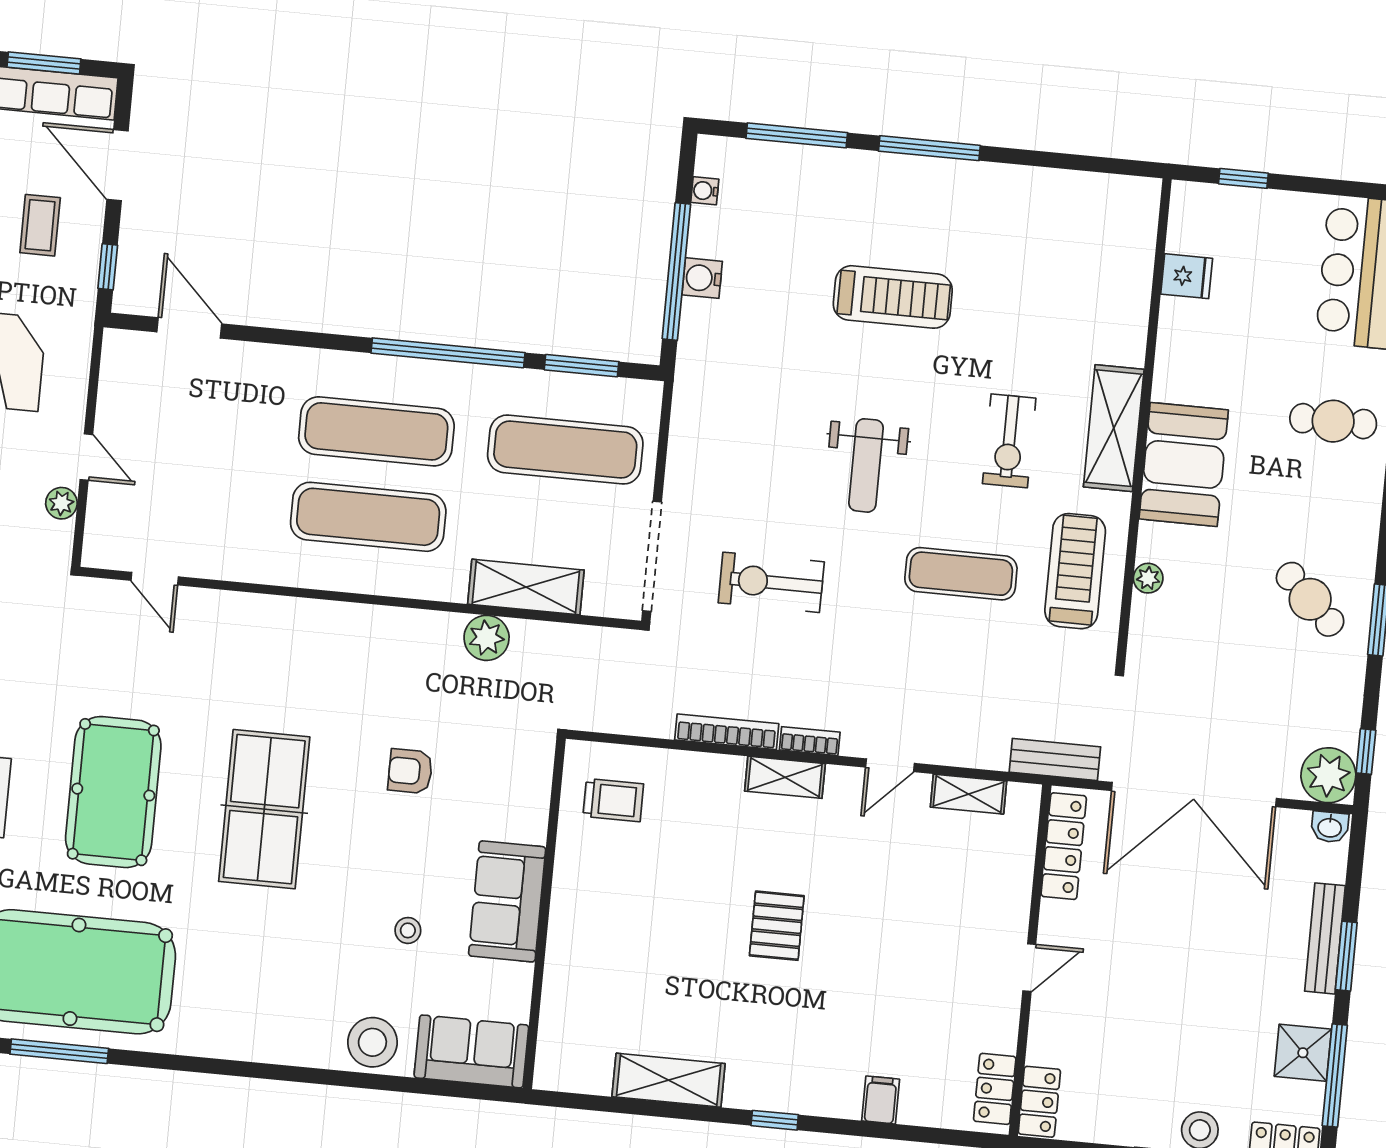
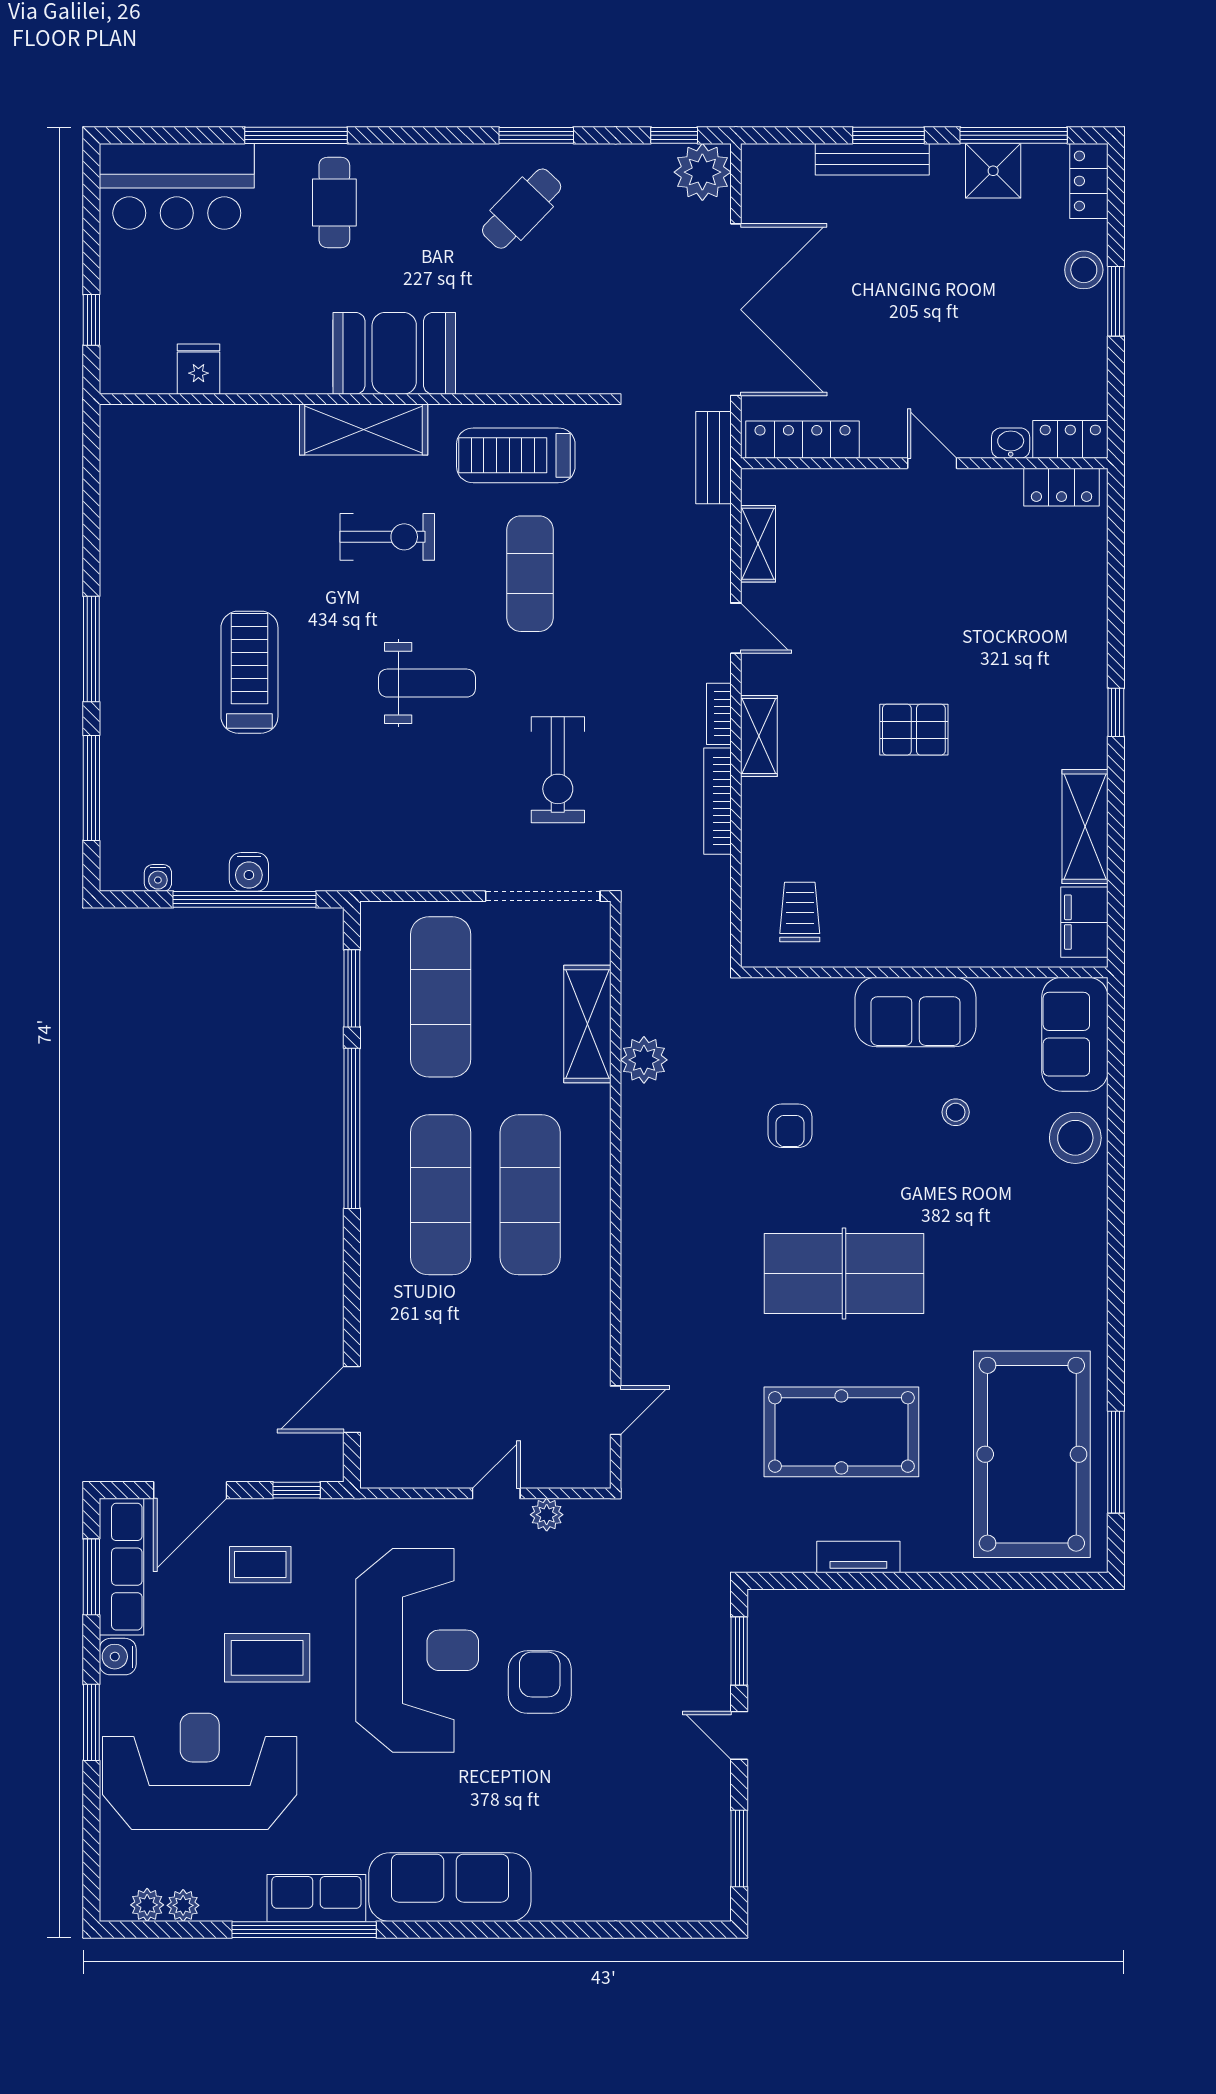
plant: (1148, 578) -> (516, 379), removed
washbasin: (1330, 827) -> (1011, 443), moved, turned -90
filing cabinet: (881, 1100) -> (1084, 922), moved, width x2.00

